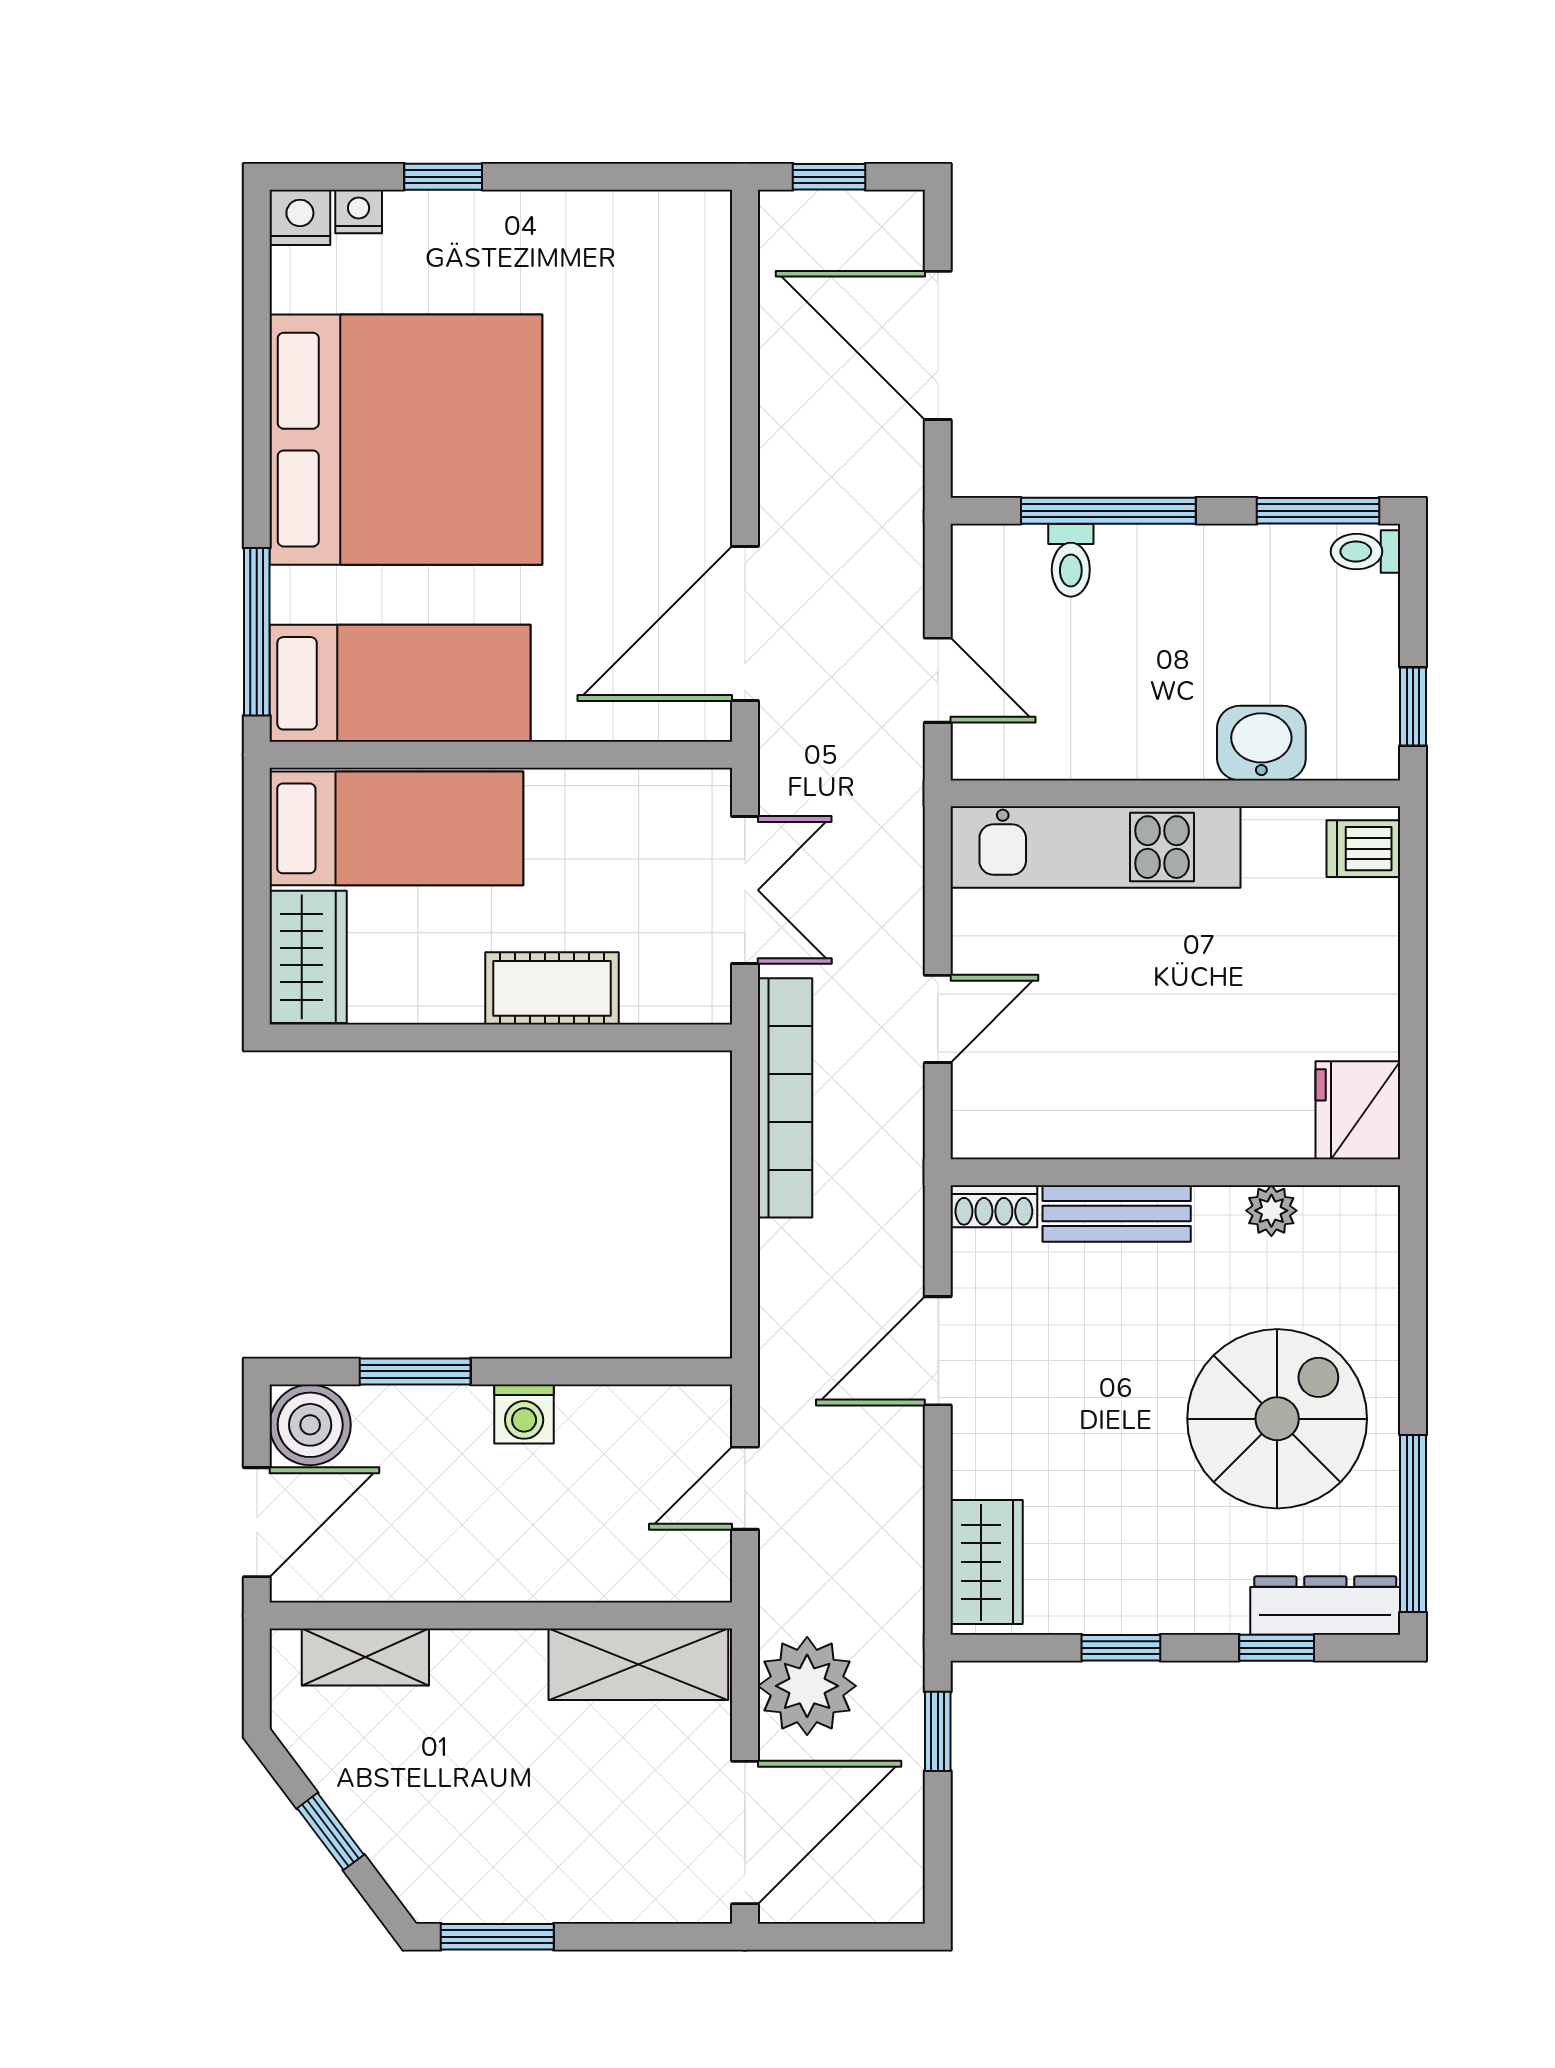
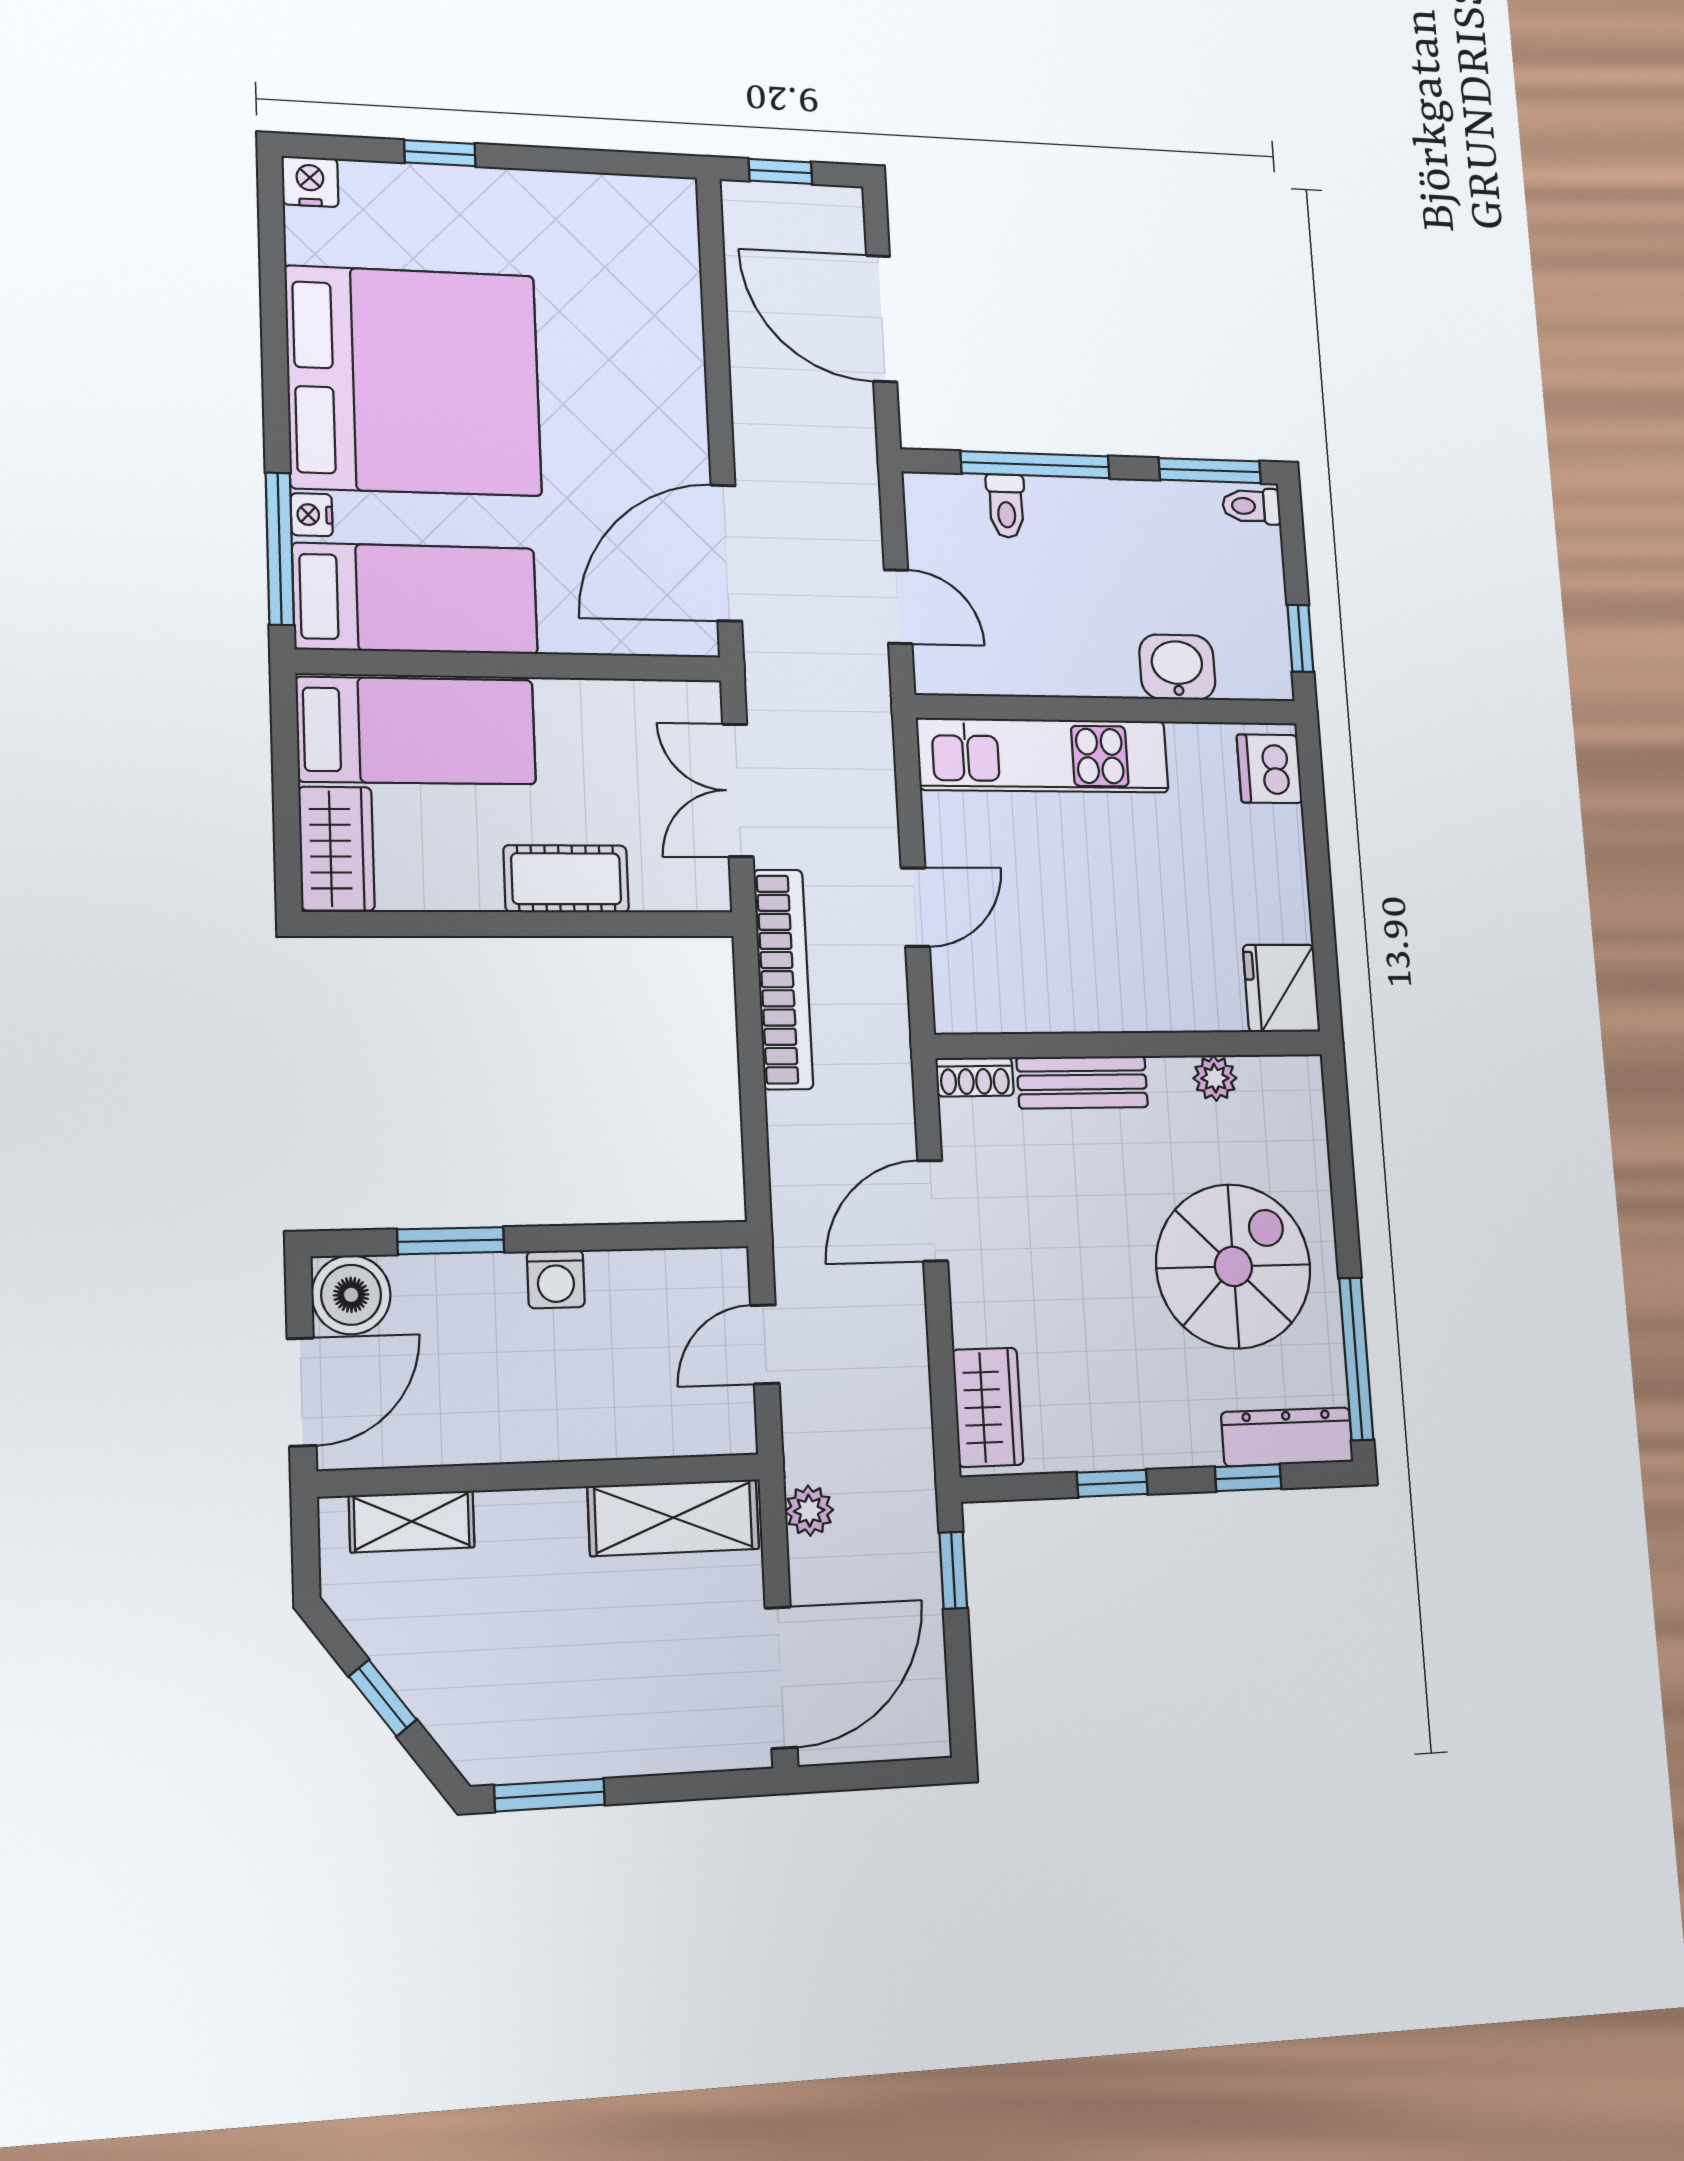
nightstand: (359, 212) -> (312, 515), moved, turned -90
dishwasher: (1363, 849) -> (1270, 769), width x1.38
double door: (745, 890) -> (738, 790), swing flipped
plant: (807, 1686) -> (809, 1511), width x0.53, depth x0.53

